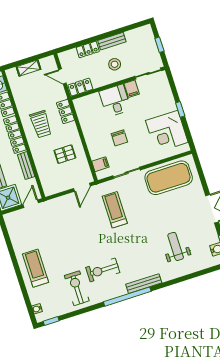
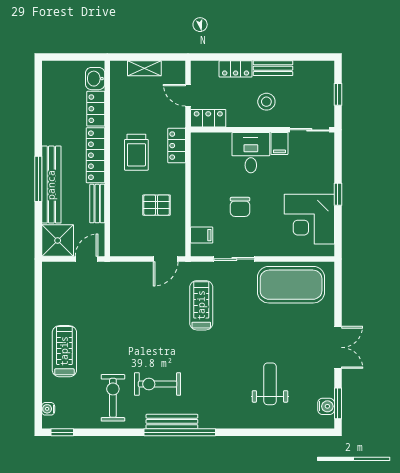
bench: (144, 284) -> (172, 421), moved

